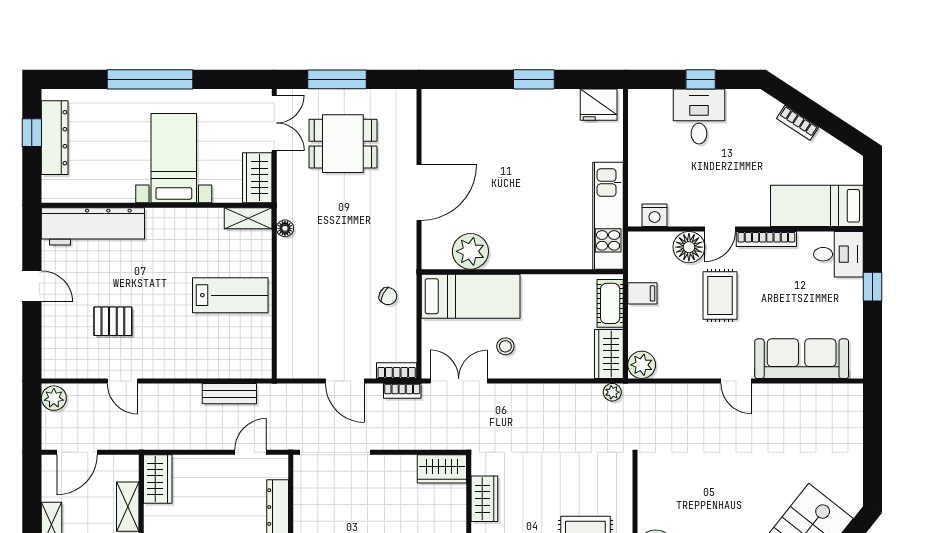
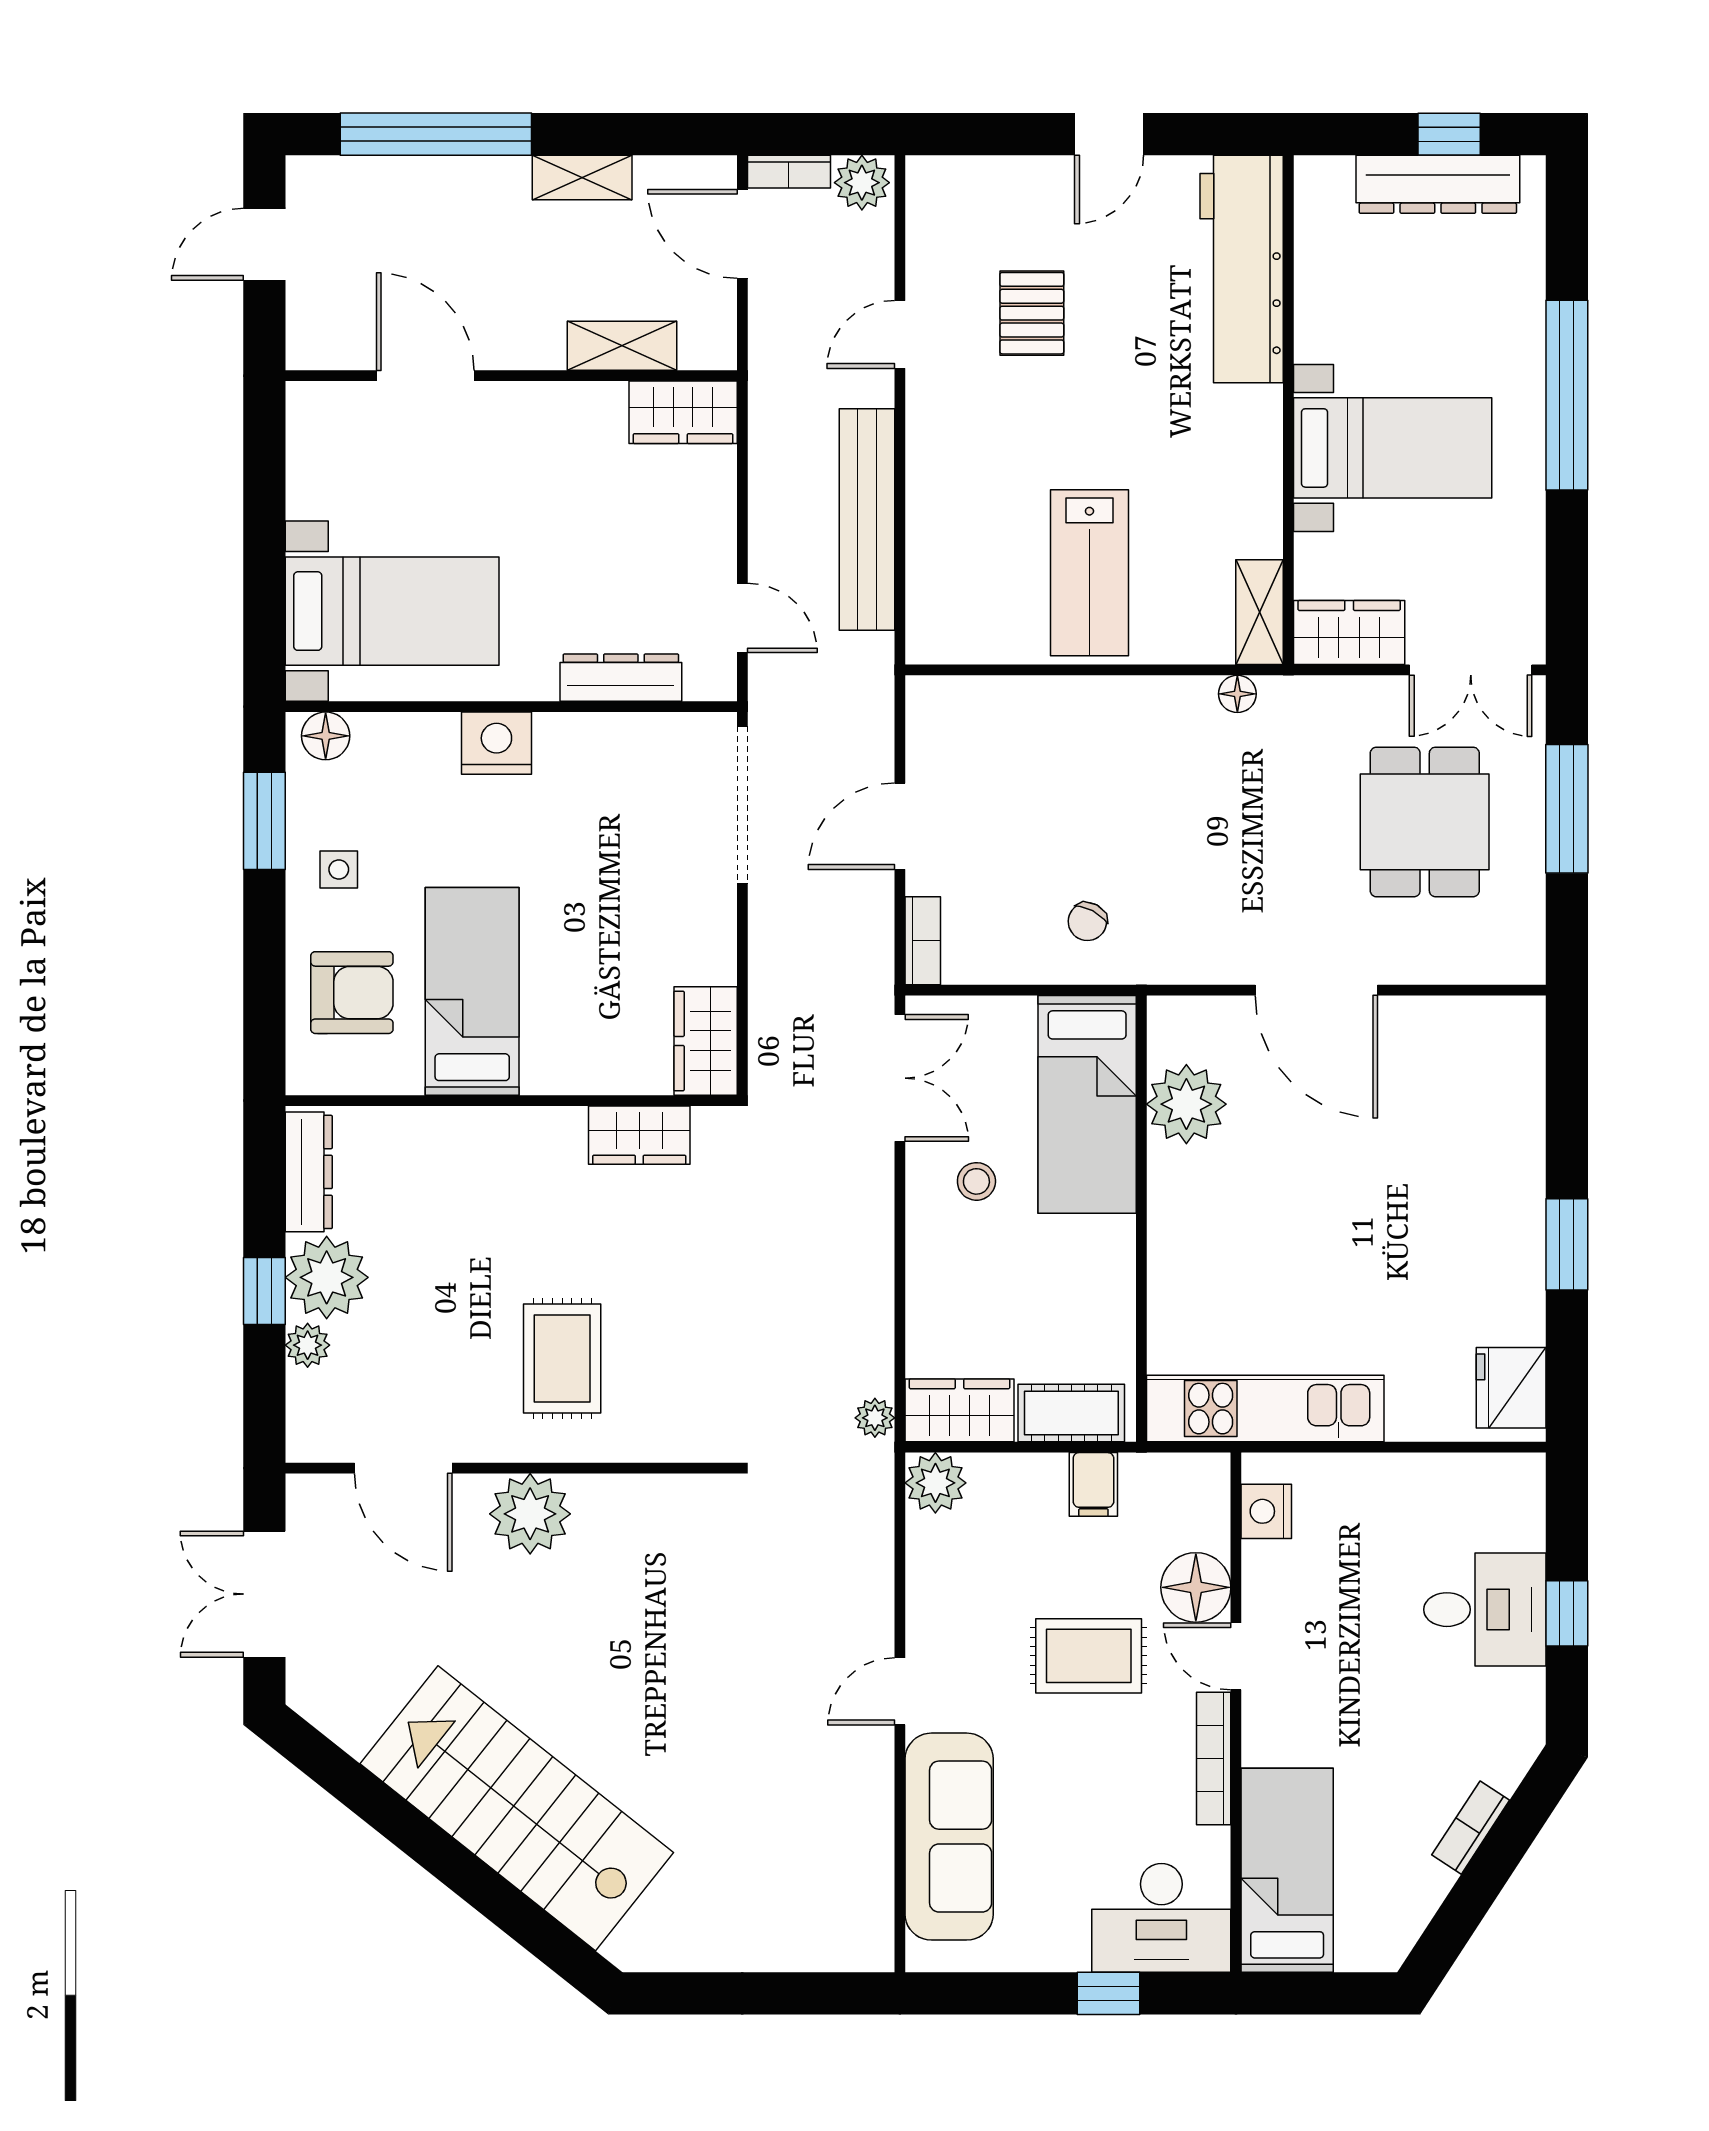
desk: (838, 254) -> (1161, 1918), width x1.37
bookcase: (402, 391) -> (789, 172), moved, turned -90
bench: (229, 394) -> (867, 519), width x1.86, depth x1.21

